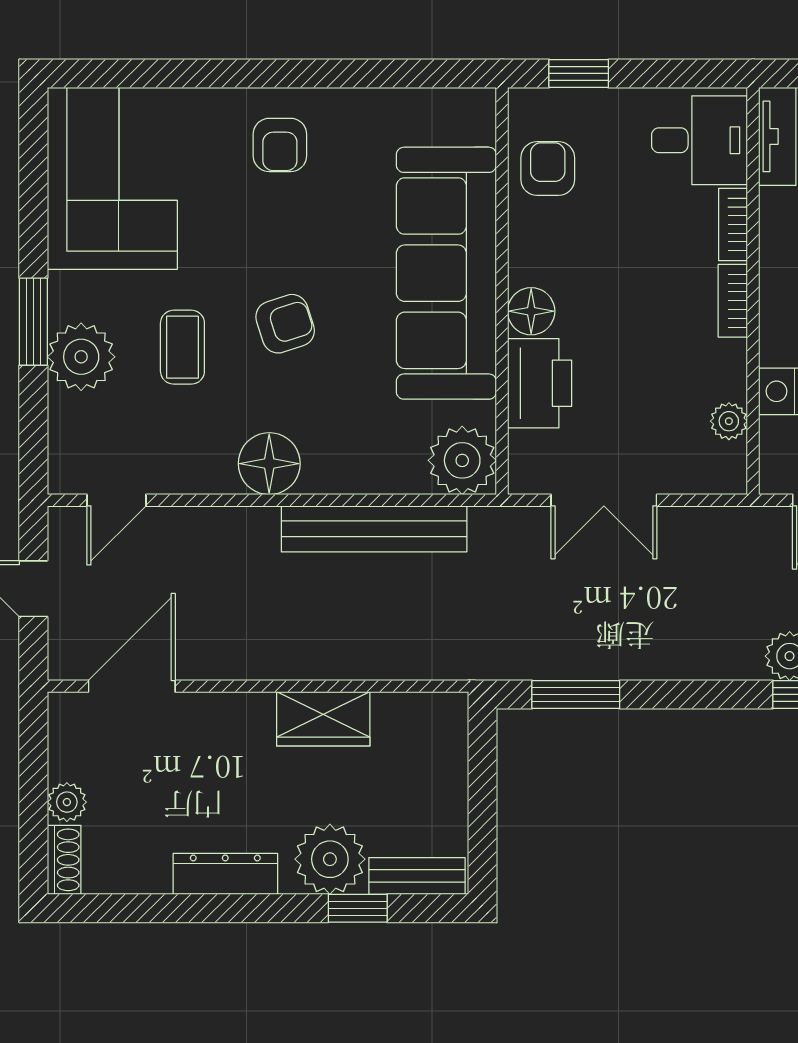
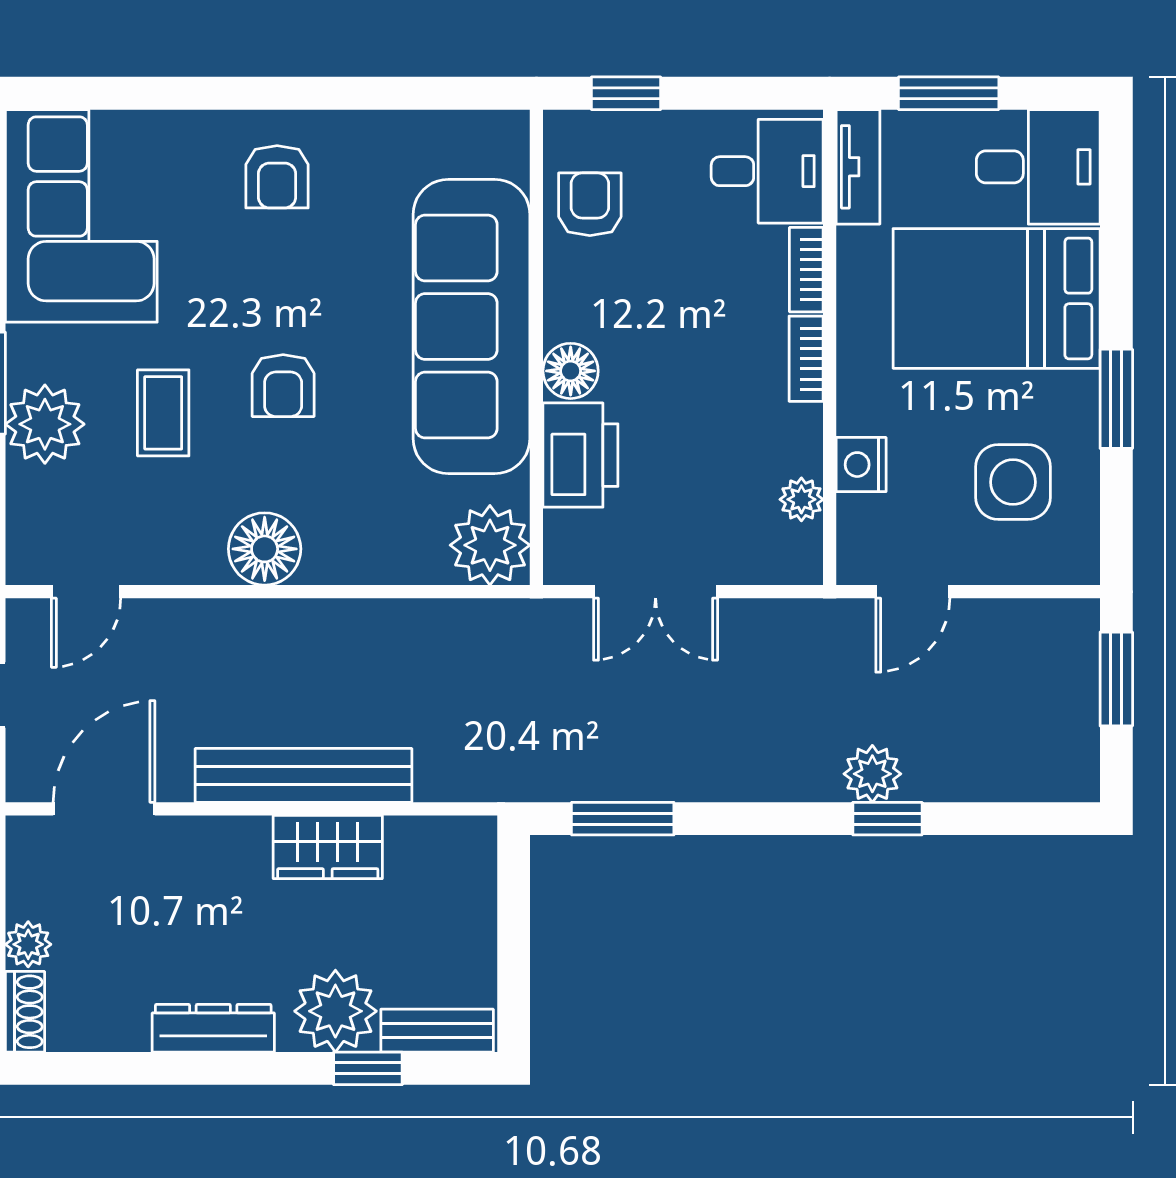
armchair: (285, 324) -> (283, 386), turned 108
bench: (374, 529) -> (304, 775), moved

